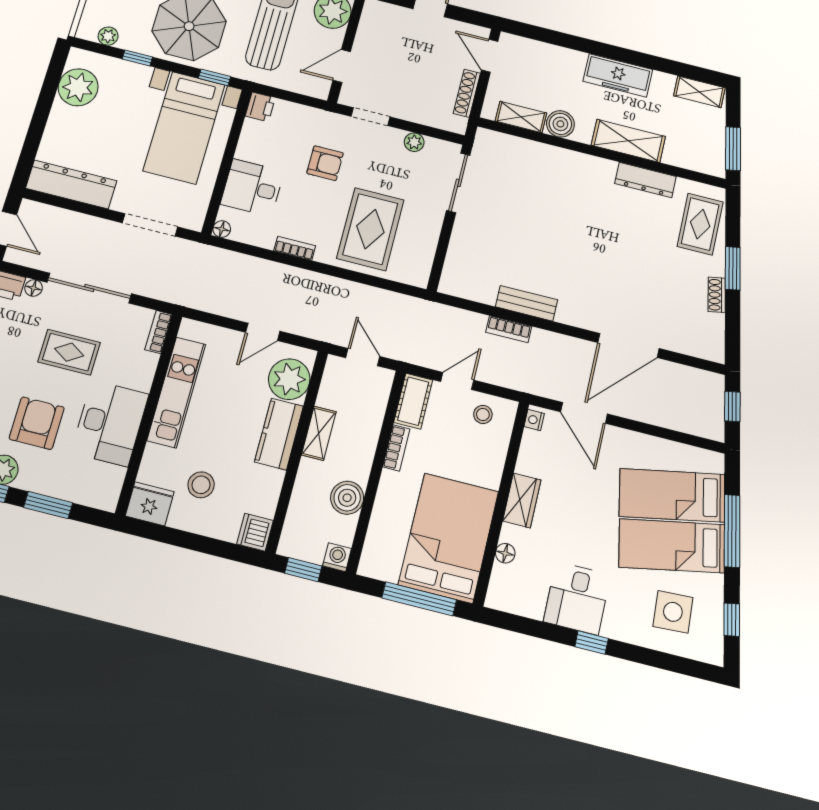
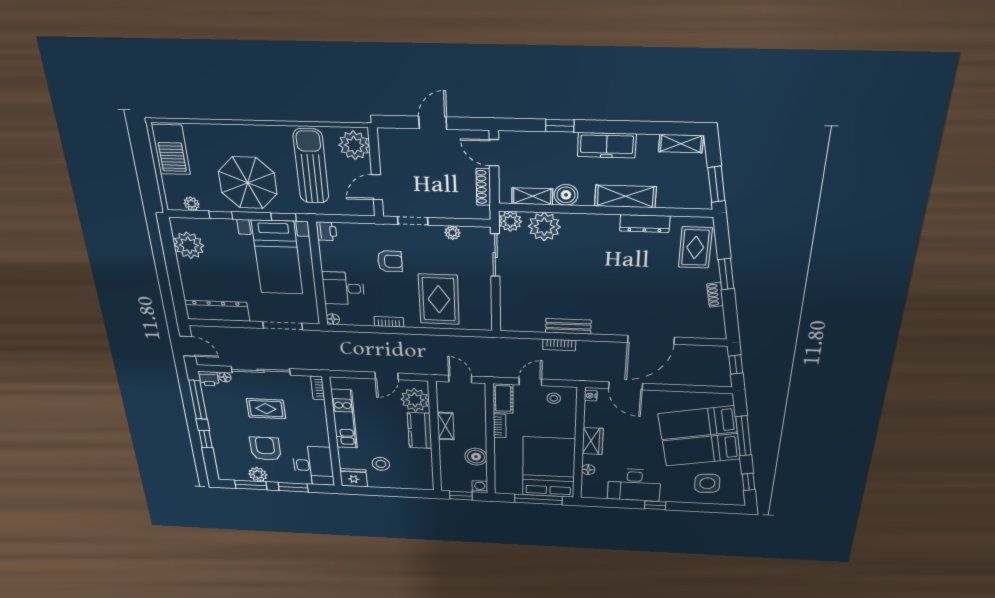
window: (570, 42) -> (560, 126), added
plant: (488, 143) -> (510, 221), added
plant: (526, 158) -> (544, 227), added
desk: (110, 423) -> (313, 466), moved
dishwasher: (255, 532) -> (424, 482), removed
desk: (577, 598) -> (634, 485), width x1.37

